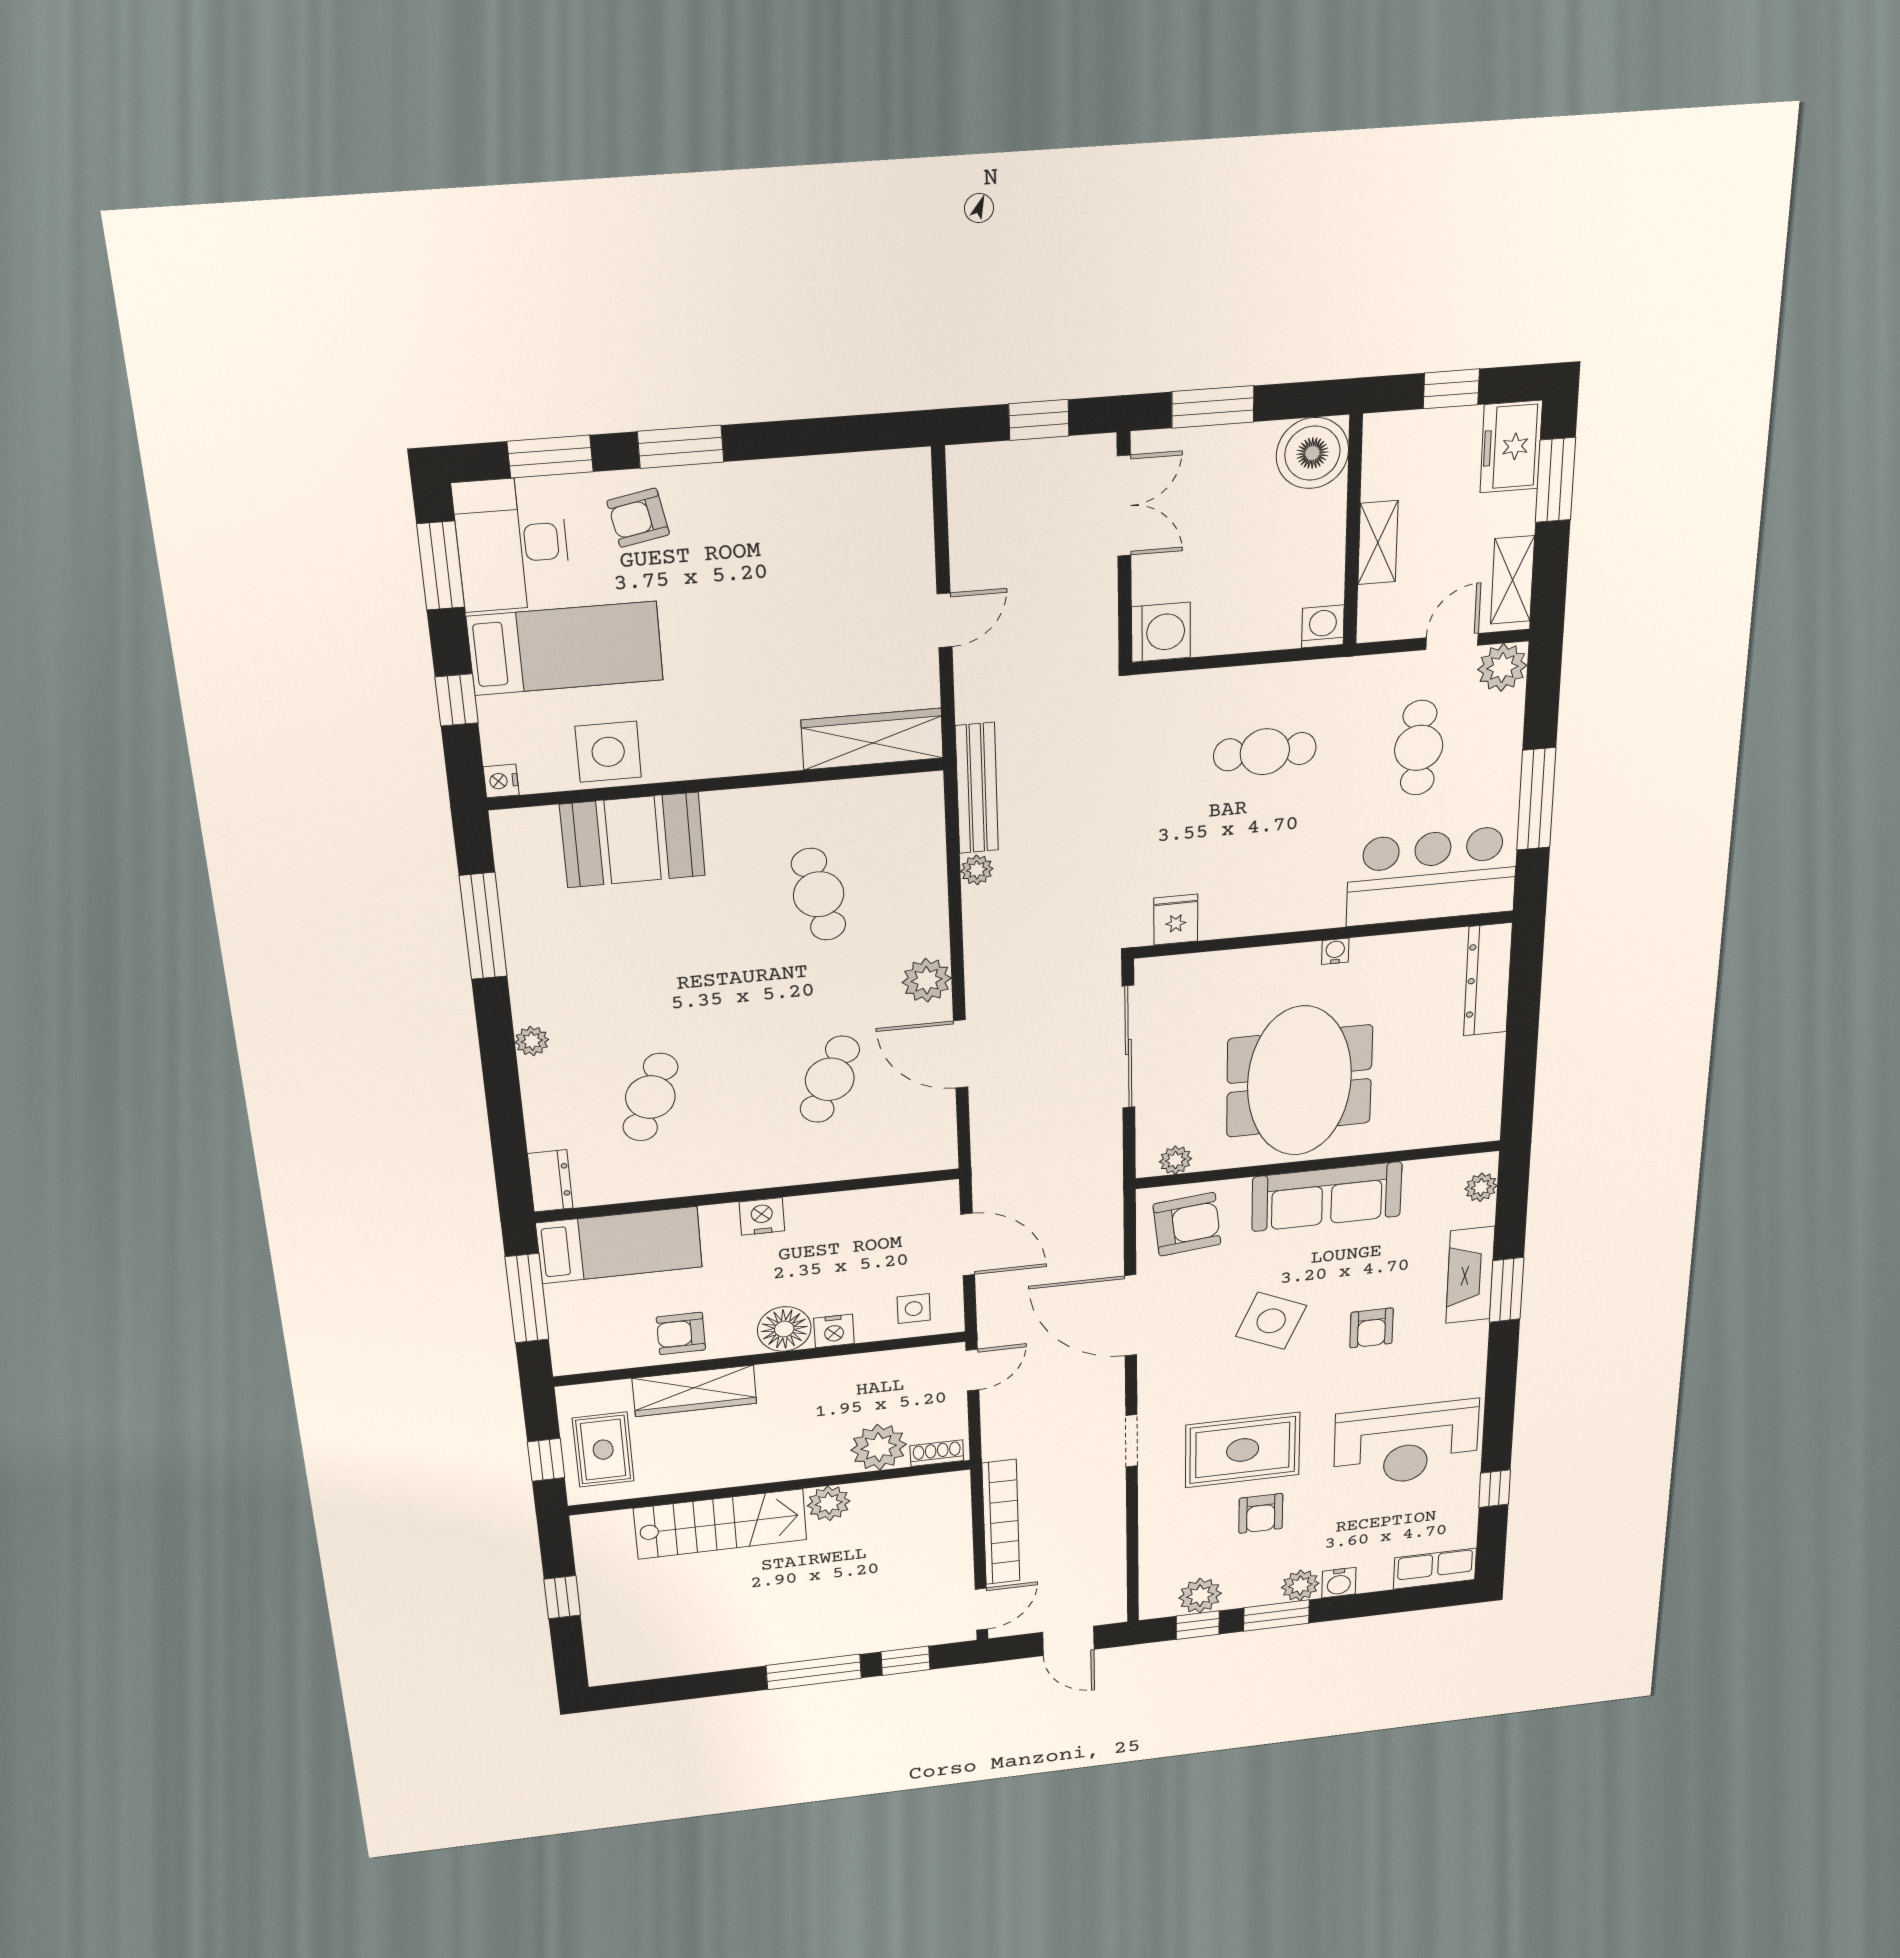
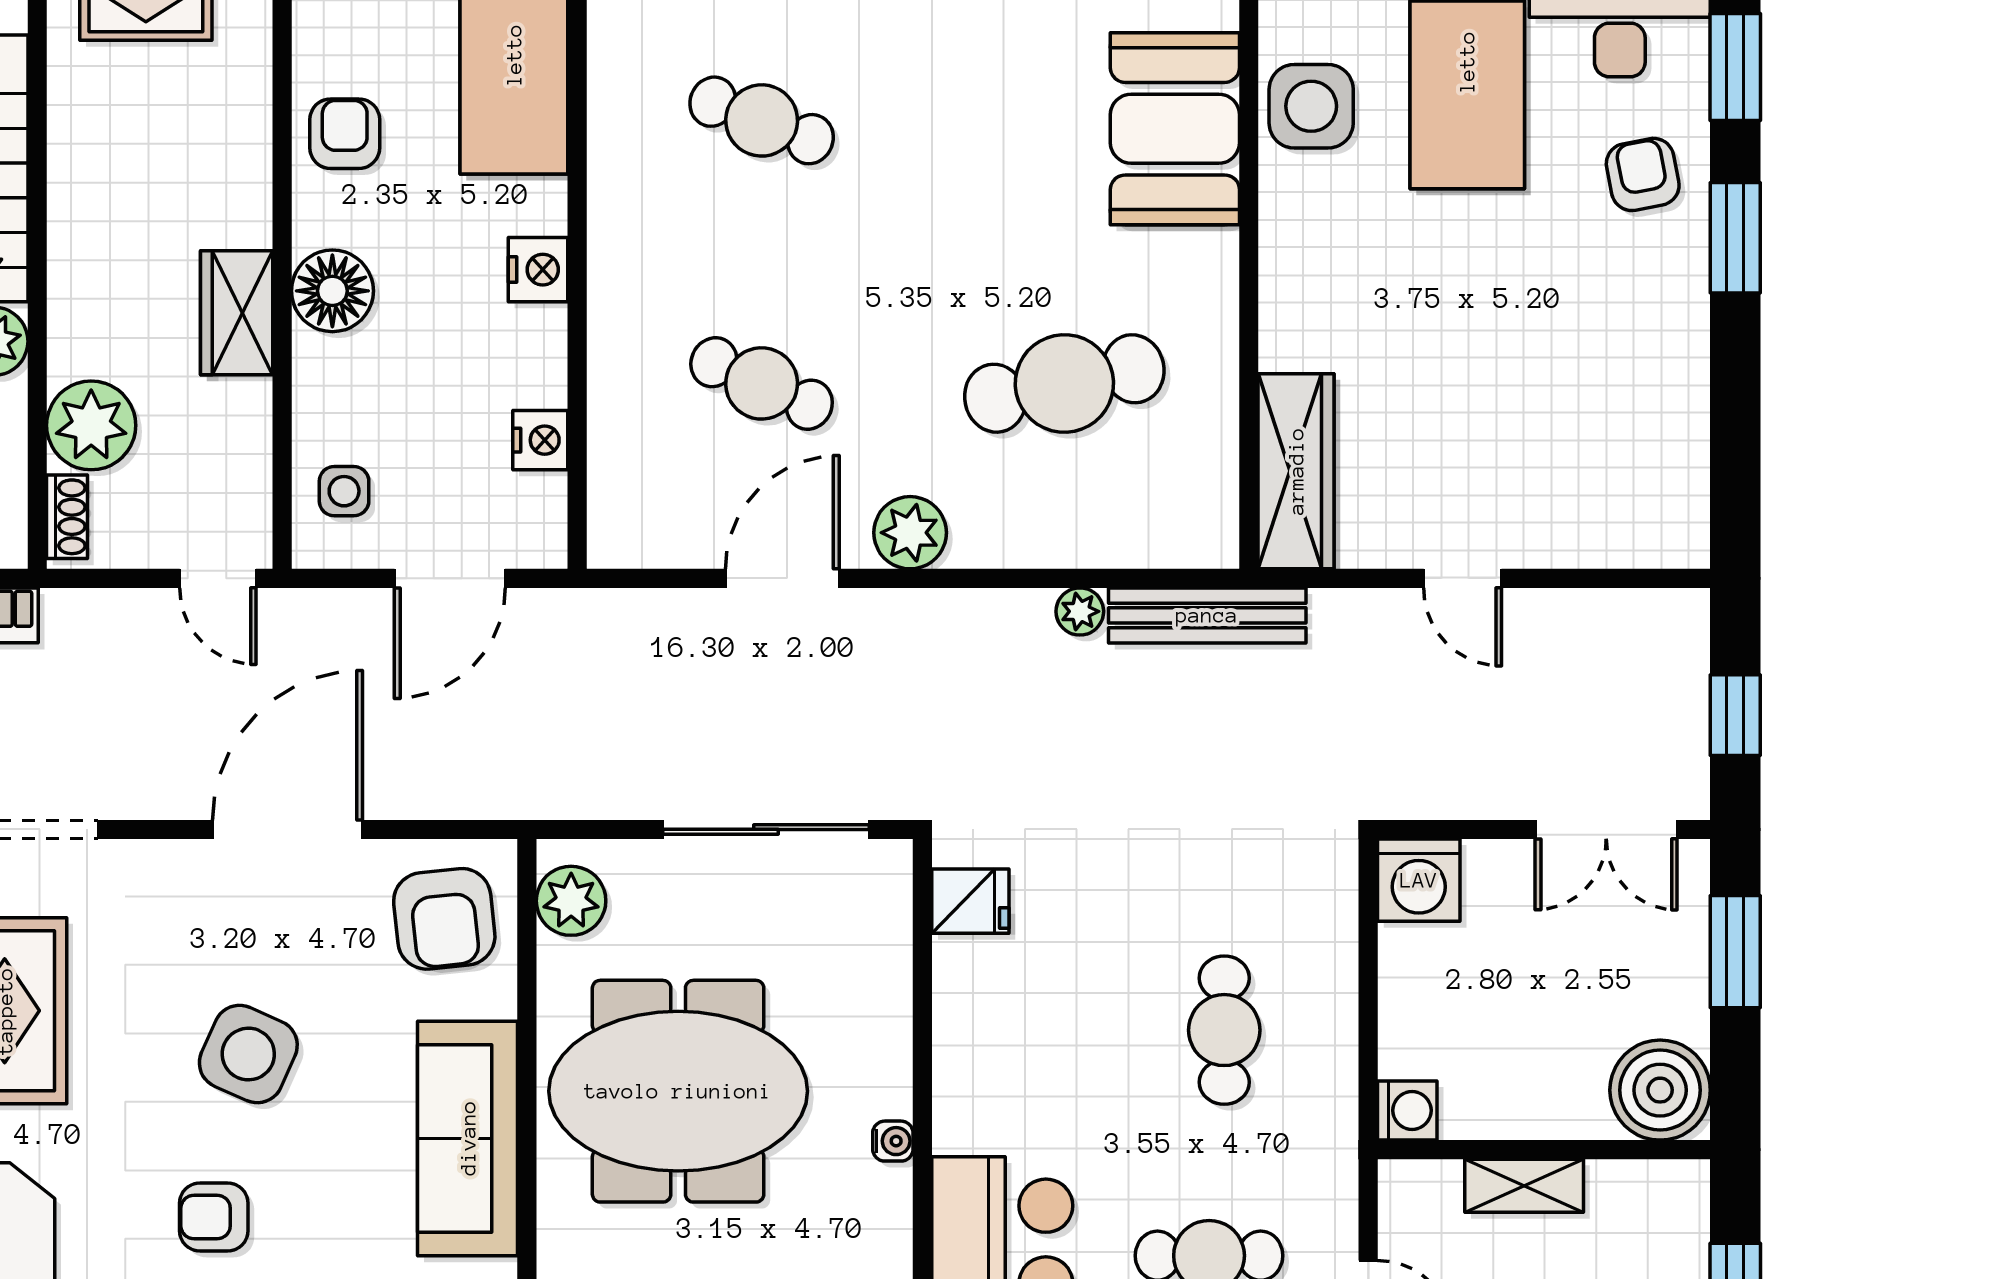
cafe table: (819, 894) -> (1064, 383), width x1.37, depth x1.35
plant: (1175, 1160) -> (571, 901), width x1.38, depth x1.38
nightstand: (834, 1331) -> (540, 440), moved, turned 180
wardrobe: (694, 1391) -> (237, 313), moved, width x0.67

